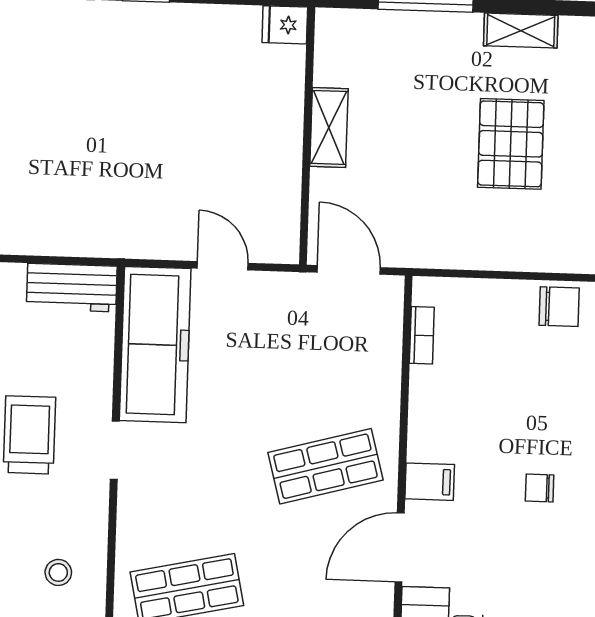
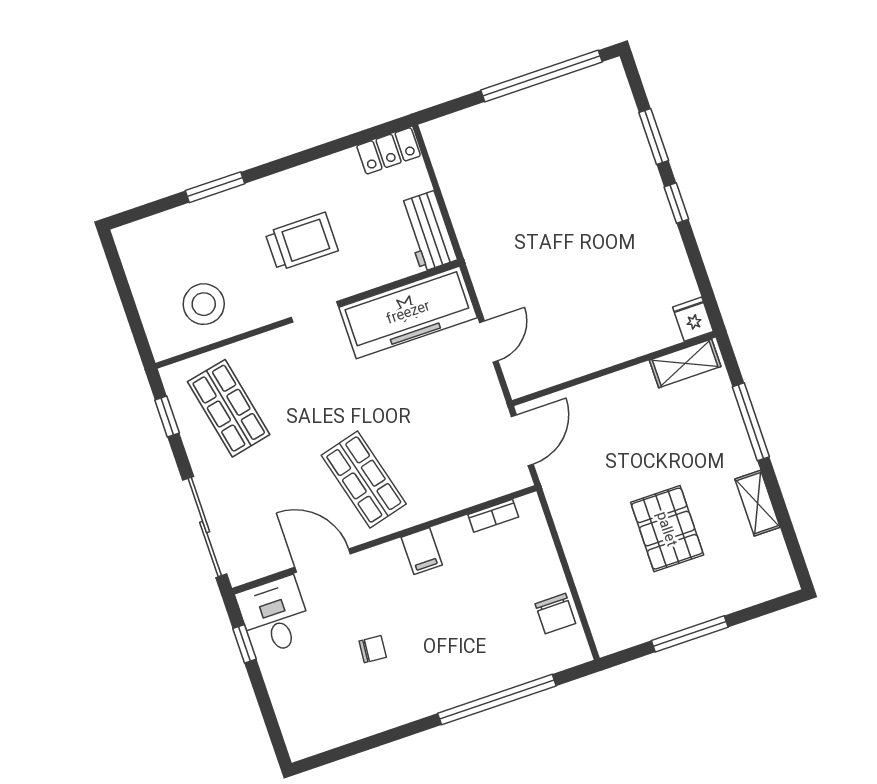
shelving: (329, 127) -> (685, 363), moved
pallet: (511, 144) -> (667, 529), turned 90
filing cabinet: (430, 482) -> (422, 551), moved
chair: (540, 488) -> (373, 649), moved, turned 95
stool: (58, 572) -> (204, 304), width x1.89, depth x1.89

